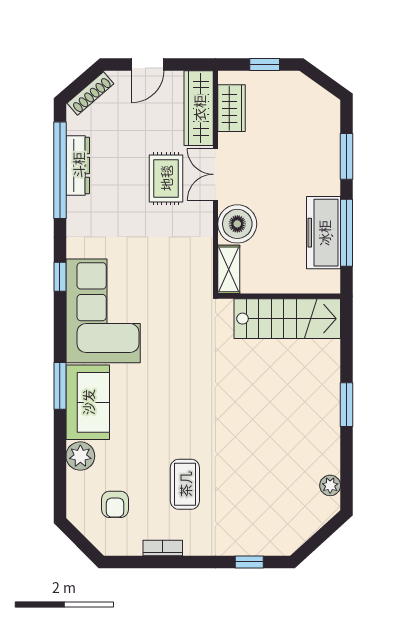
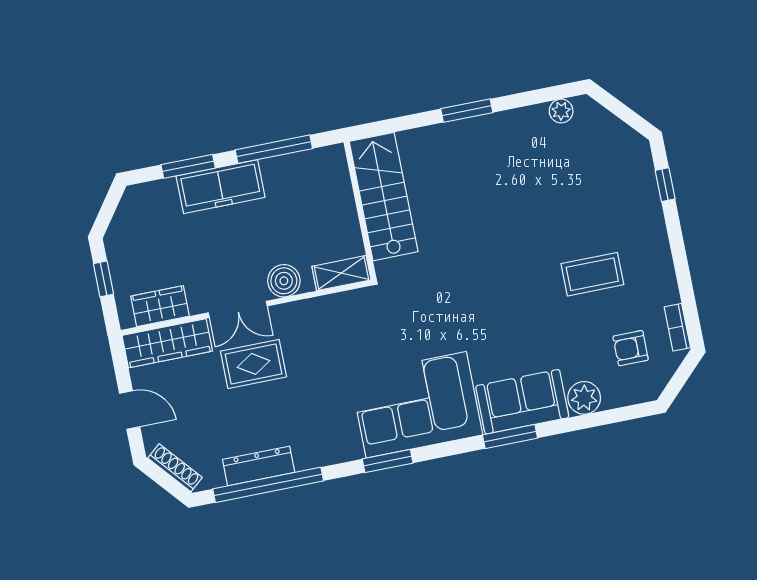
boiler: (237, 224) -> (284, 281), width x0.73, depth x0.73
freezer: (324, 233) -> (221, 187), moved
window: (60, 277) -> (388, 461), width x1.50
armchair: (115, 504) -> (631, 348), turned 180
bookcase: (163, 548) -> (677, 327), moved

